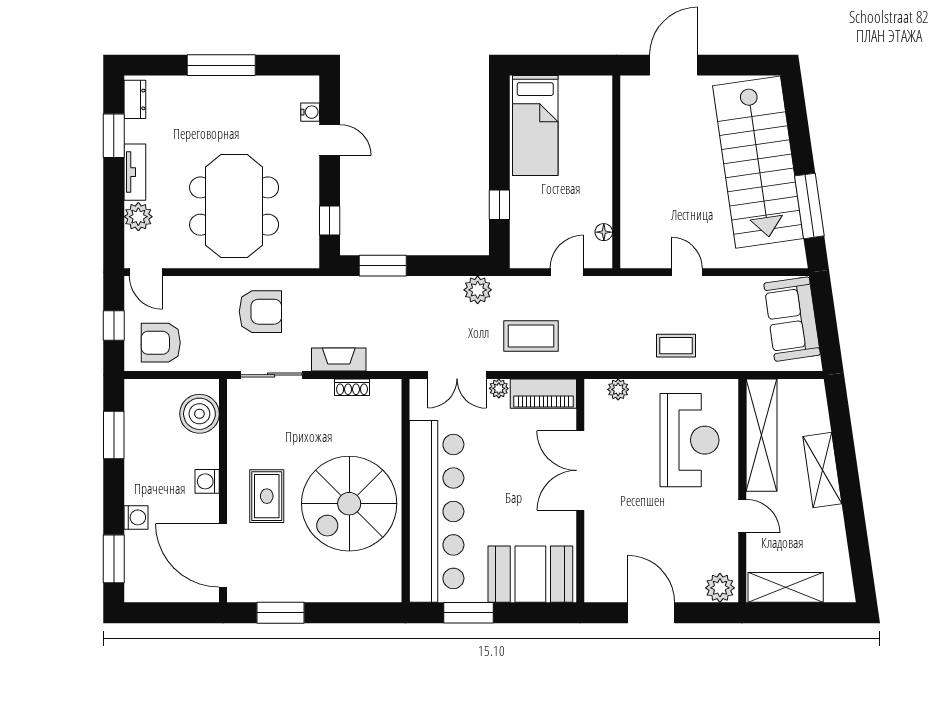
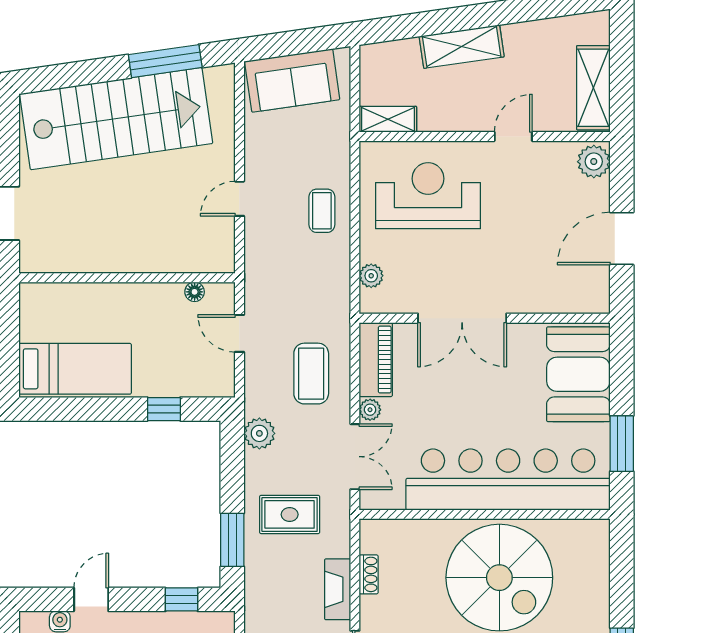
rug: (405, 317) -> (290, 514), added
shelving: (761, 435) -> (388, 119), width x0.45, depth x0.75

